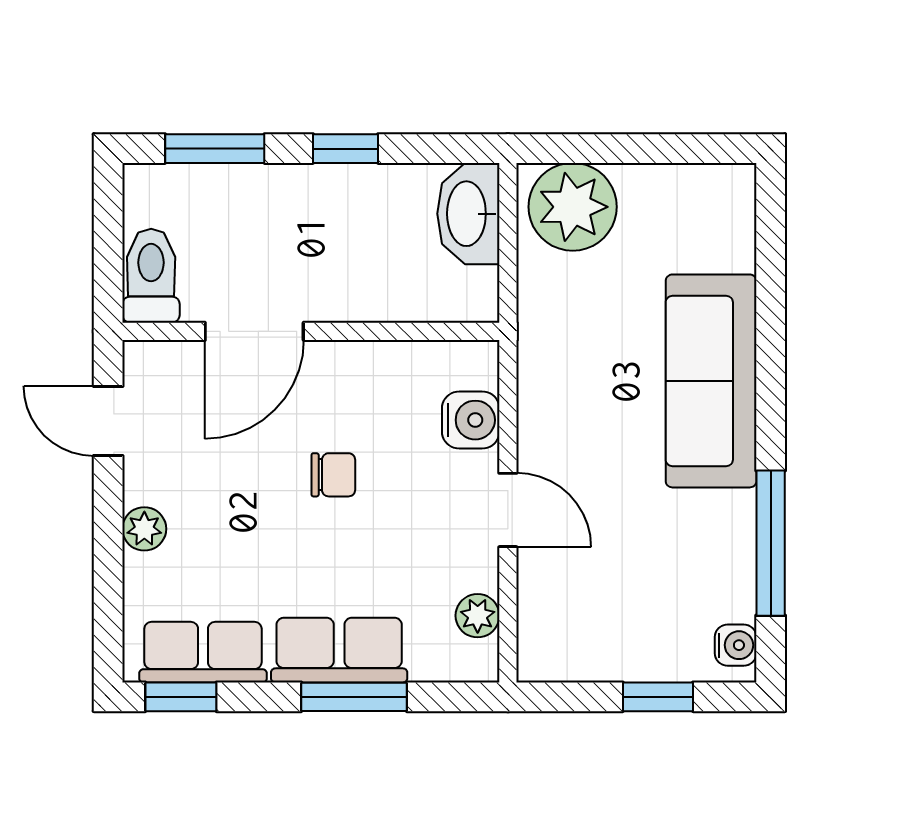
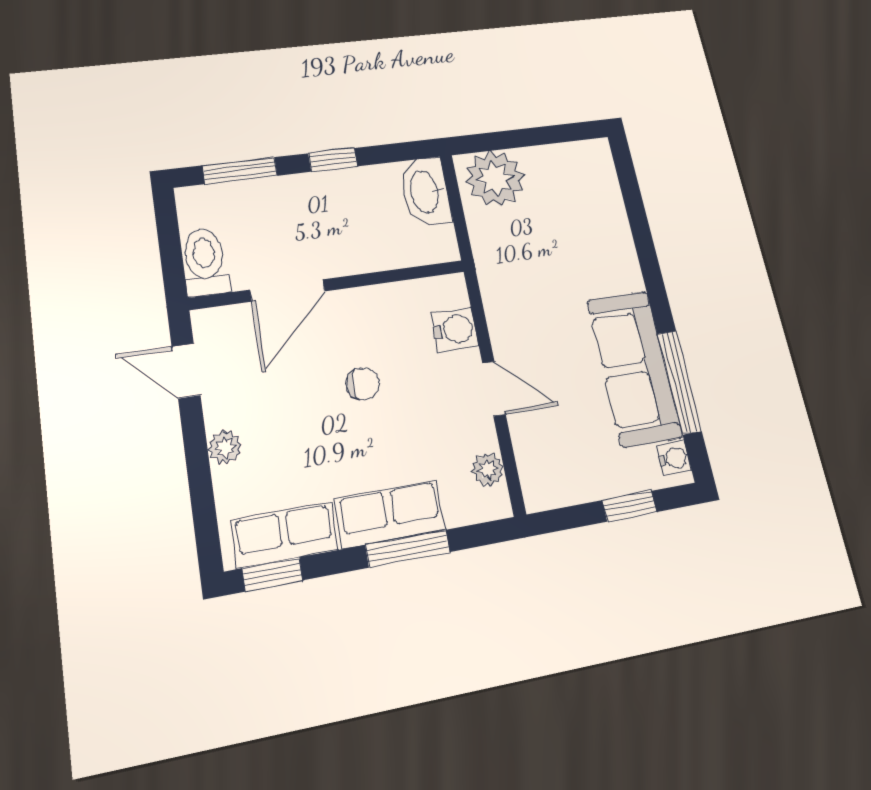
sofa: (711, 381) -> (634, 368), moved

